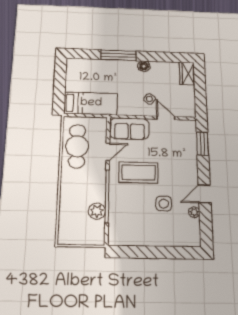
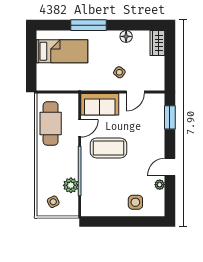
floor lamp: (144, 66) -> (126, 36), moved
bed: (91, 103) -> (62, 51), moved
door: (166, 118) -> (135, 92), swing flipped
side table: (164, 204) -> (135, 202), moved
side table: (77, 229) -> (53, 202), added

